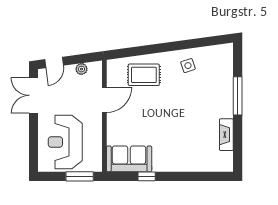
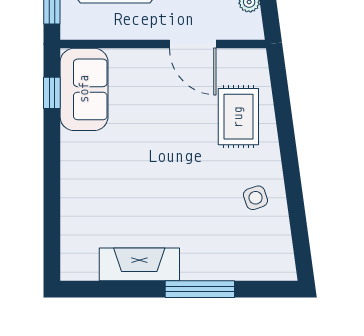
fireplace: (226, 135) -> (139, 264), width x1.37, depth x1.32
window: (147, 176) -> (52, 93), moved

